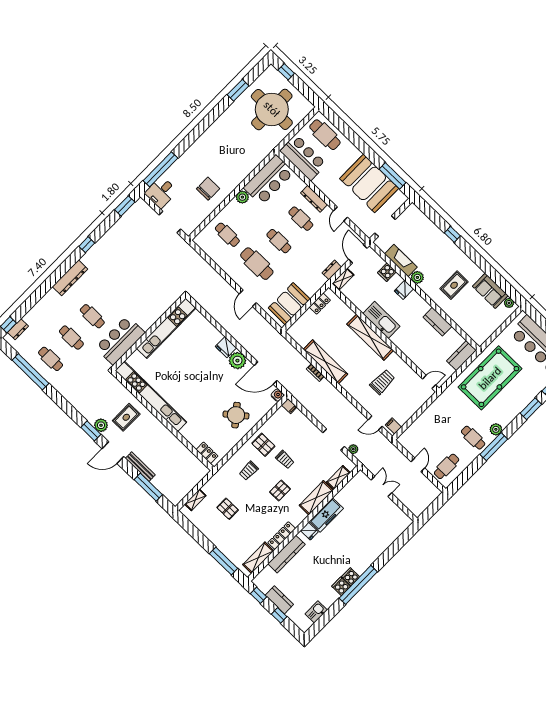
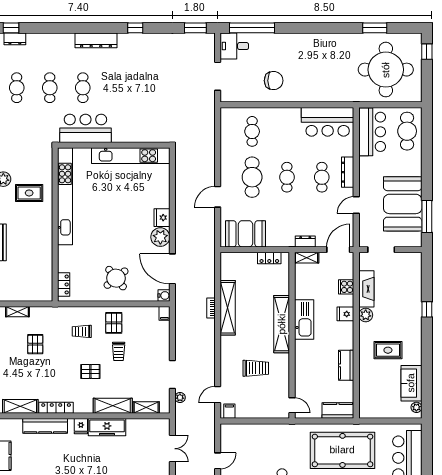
plant: (242, 197) -> (294, 114), removed
door: (375, 423) -> (218, 395), hinge flipped

